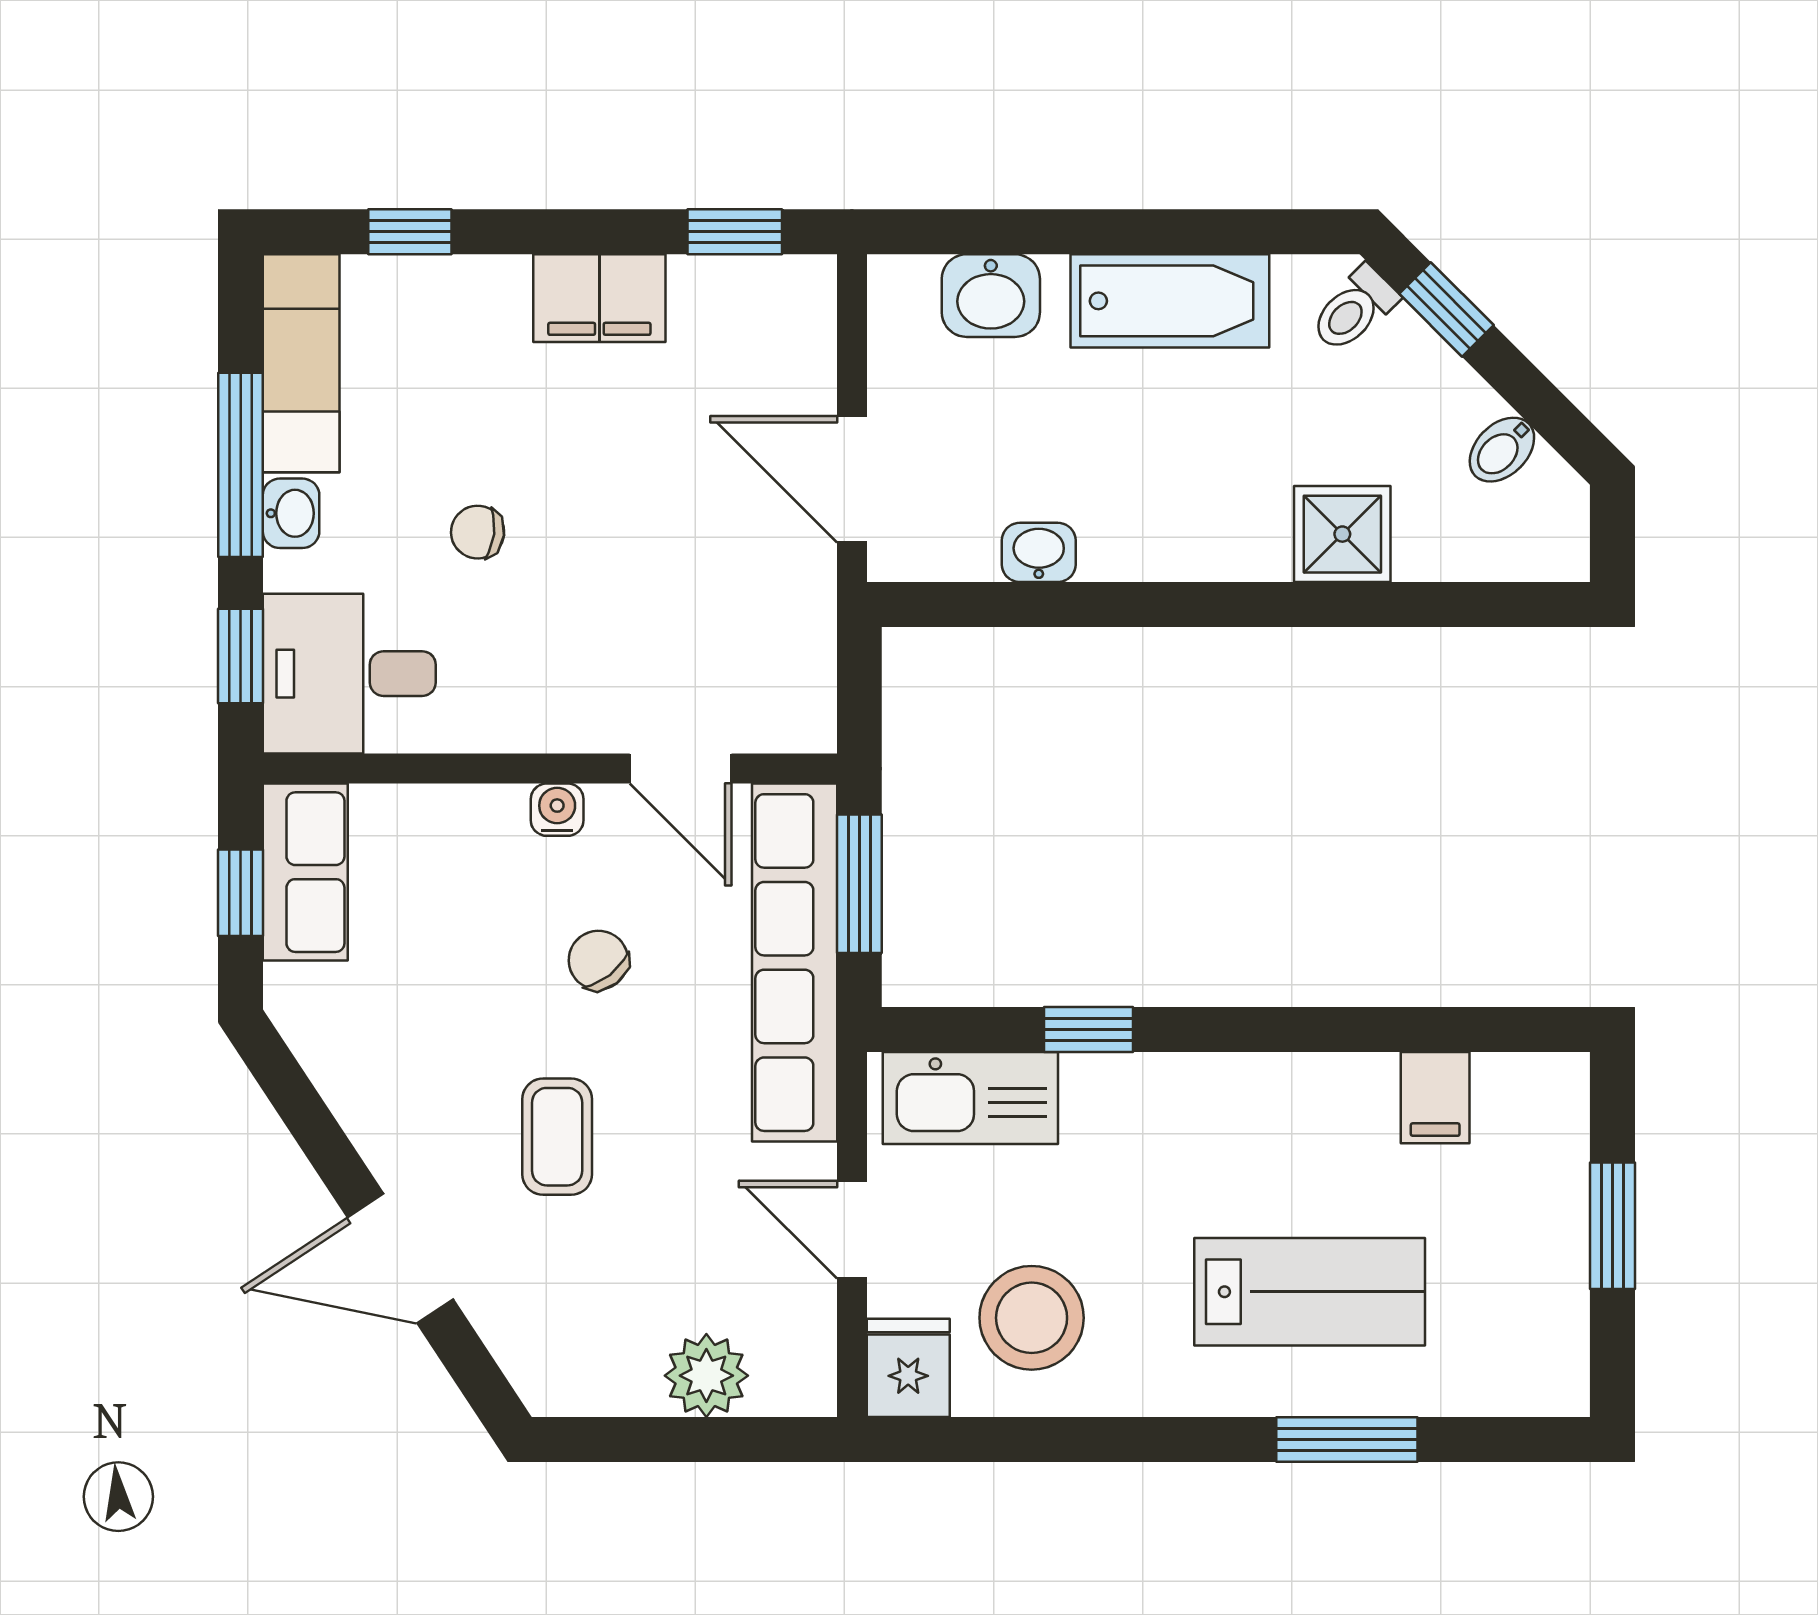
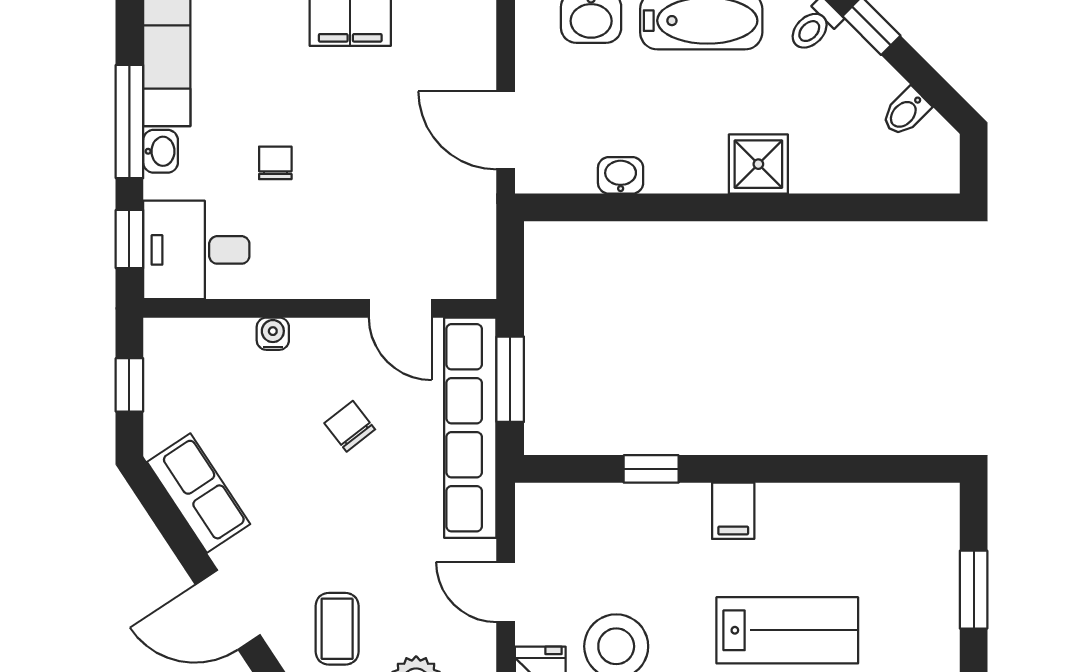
chair: (478, 532) -> (275, 163), turned 83
shower: (1342, 534) -> (758, 164), moved
water cooler: (557, 810) -> (273, 334), moved
row of seats: (305, 872) -> (199, 493), moved, turned -33
kitchen sink: (970, 1098) -> (579, 511), removed
filing cabinet: (1435, 1098) -> (733, 511), moved
coffee table: (557, 1137) -> (337, 629), moved

